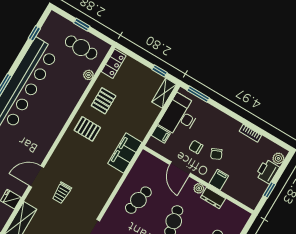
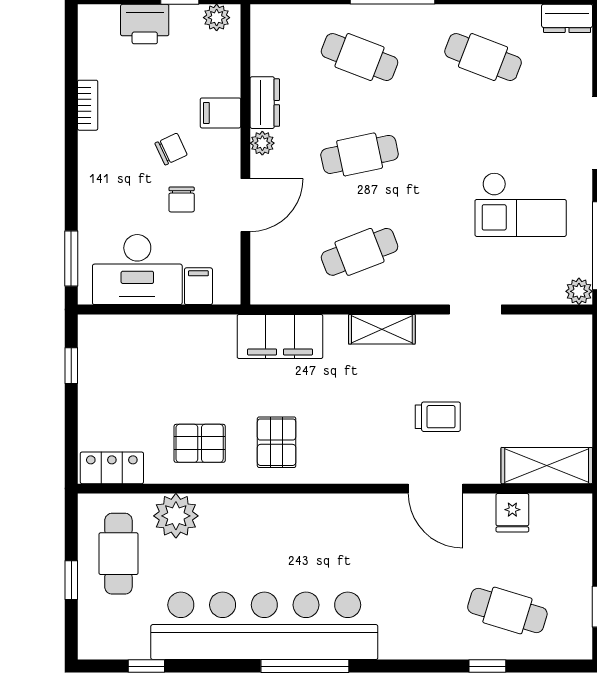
plant: (88, 75) -> (176, 516), width x1.87, depth x1.87
shelving: (164, 93) -> (382, 329), moved
plant: (278, 158) -> (217, 18), moved
cafe table: (138, 200) -> (360, 252), turned -33

